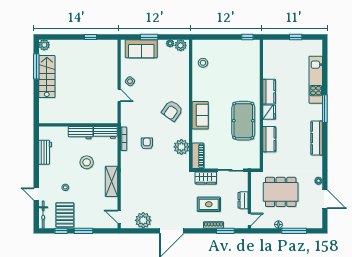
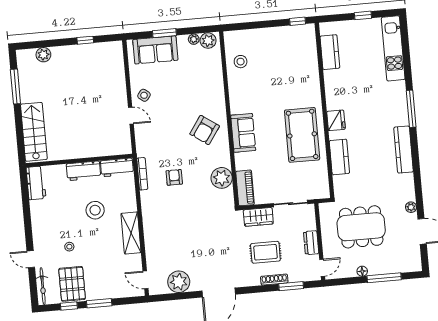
plant: (44, 45) -> (43, 55), moved
stairs: (47, 77) -> (34, 132), moved
kitchen unit: (316, 80) -> (393, 48), moved
kitchen counter: (269, 92) -> (330, 52), moved
workbench: (45, 152) -> (36, 183), moved

